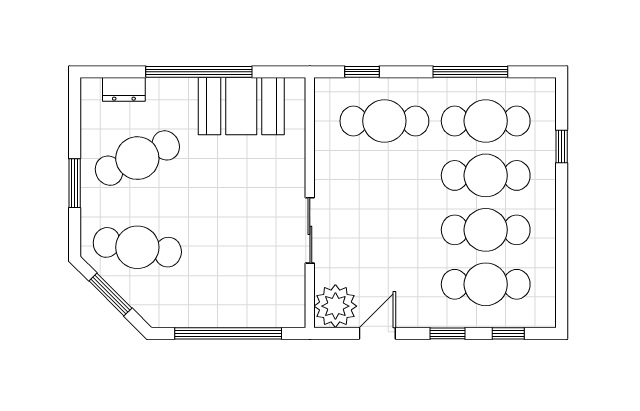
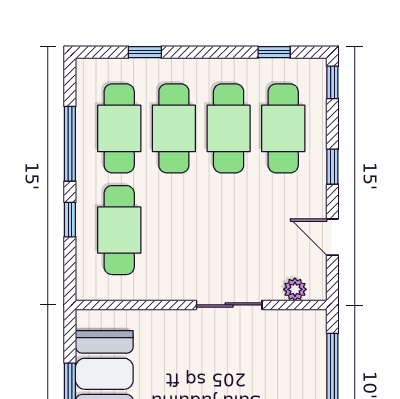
window: (362, 72) -> (70, 220), moved
window: (562, 275) -> (274, 52), added
plant: (335, 306) -> (295, 289), width x0.53, depth x0.53
window: (508, 333) -> (332, 82), moved

